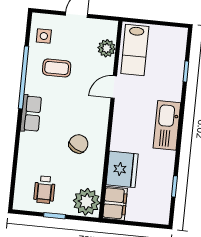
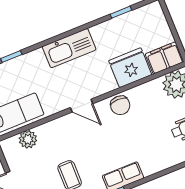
door: (114, 87) -> (82, 106), moved
chair: (78, 144) -> (120, 105), moved, turned -119

